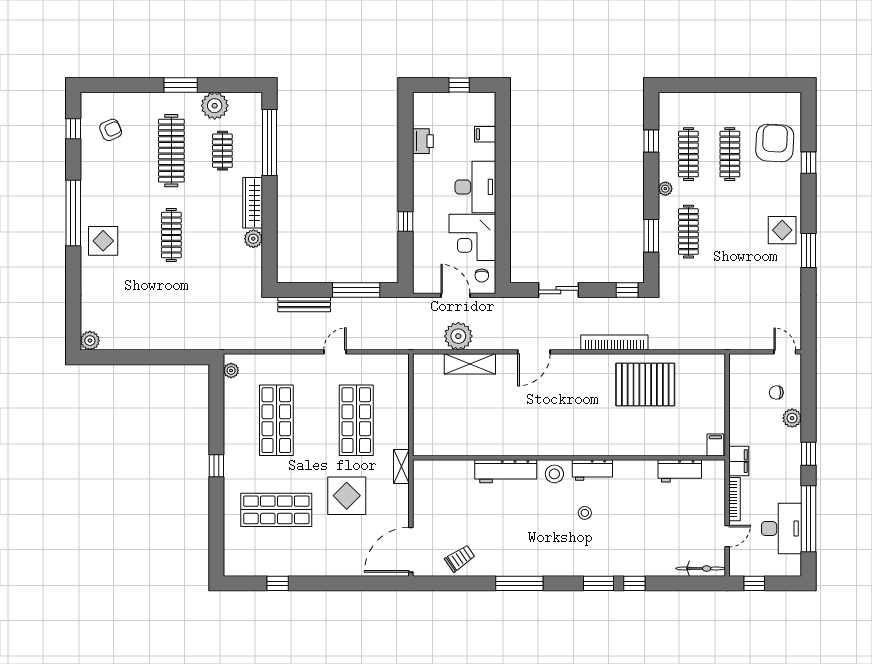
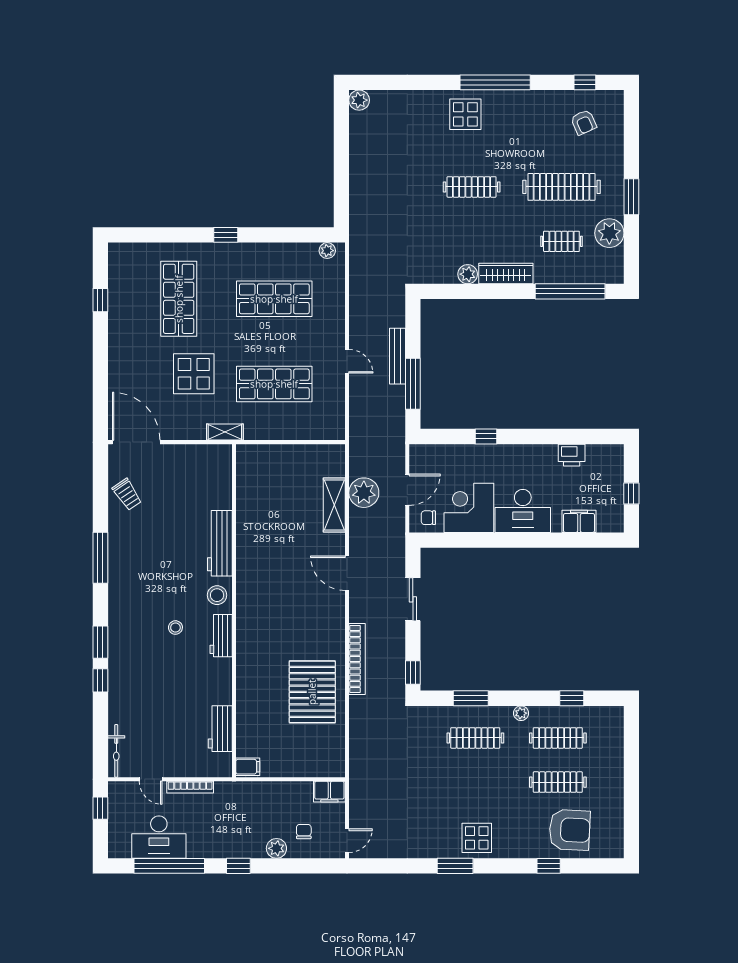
filing cabinet: (485, 134) -> (579, 521), width x2.00
bench: (304, 304) -> (398, 356), moved
filing cabinet: (739, 461) -> (329, 792), moved

